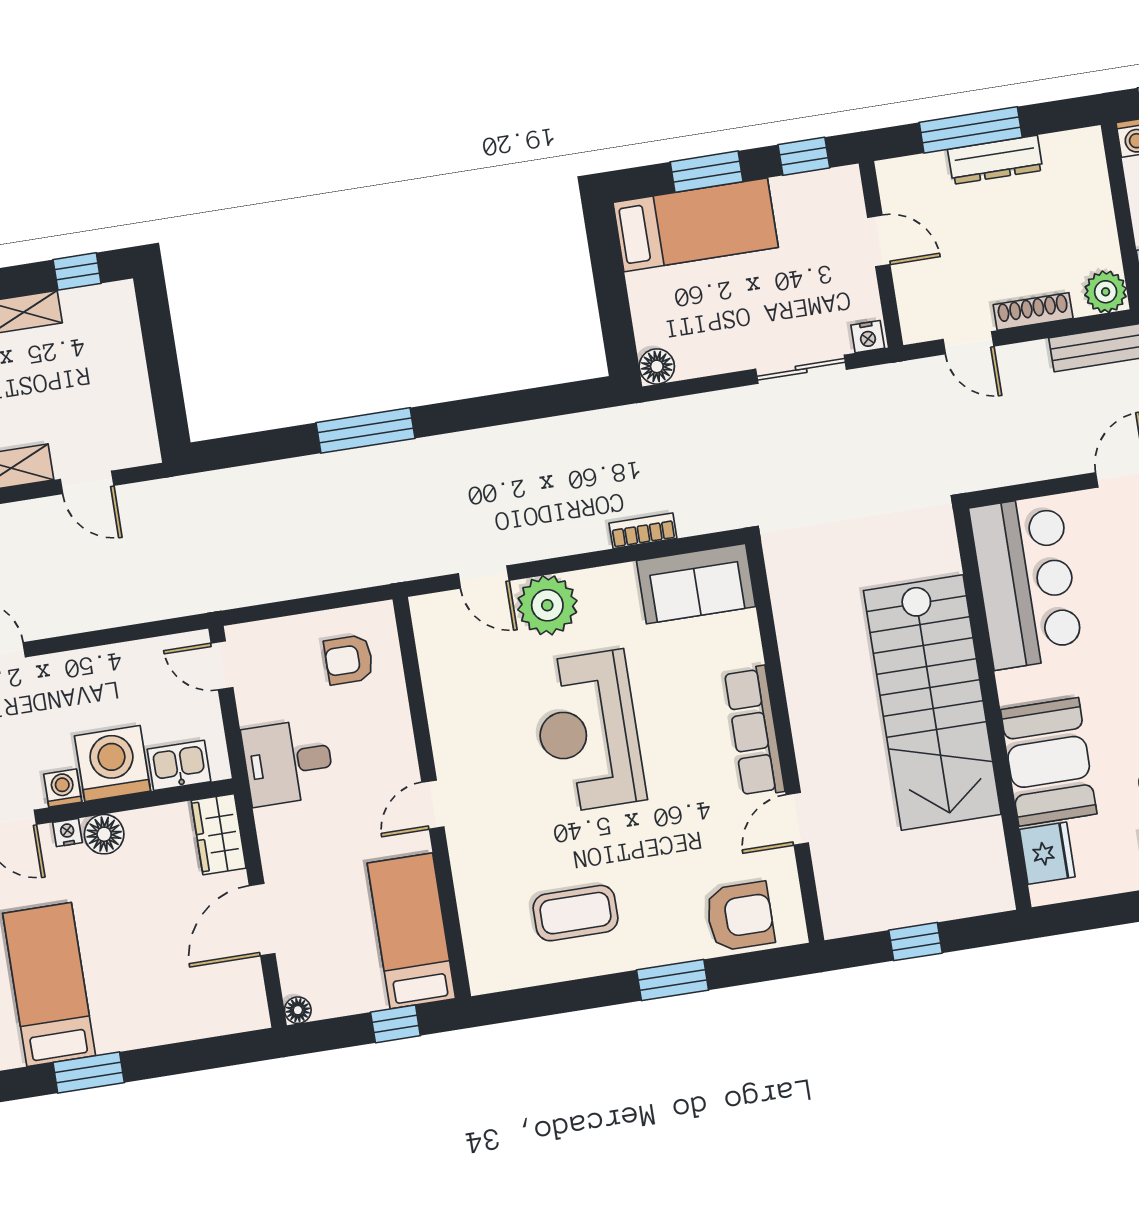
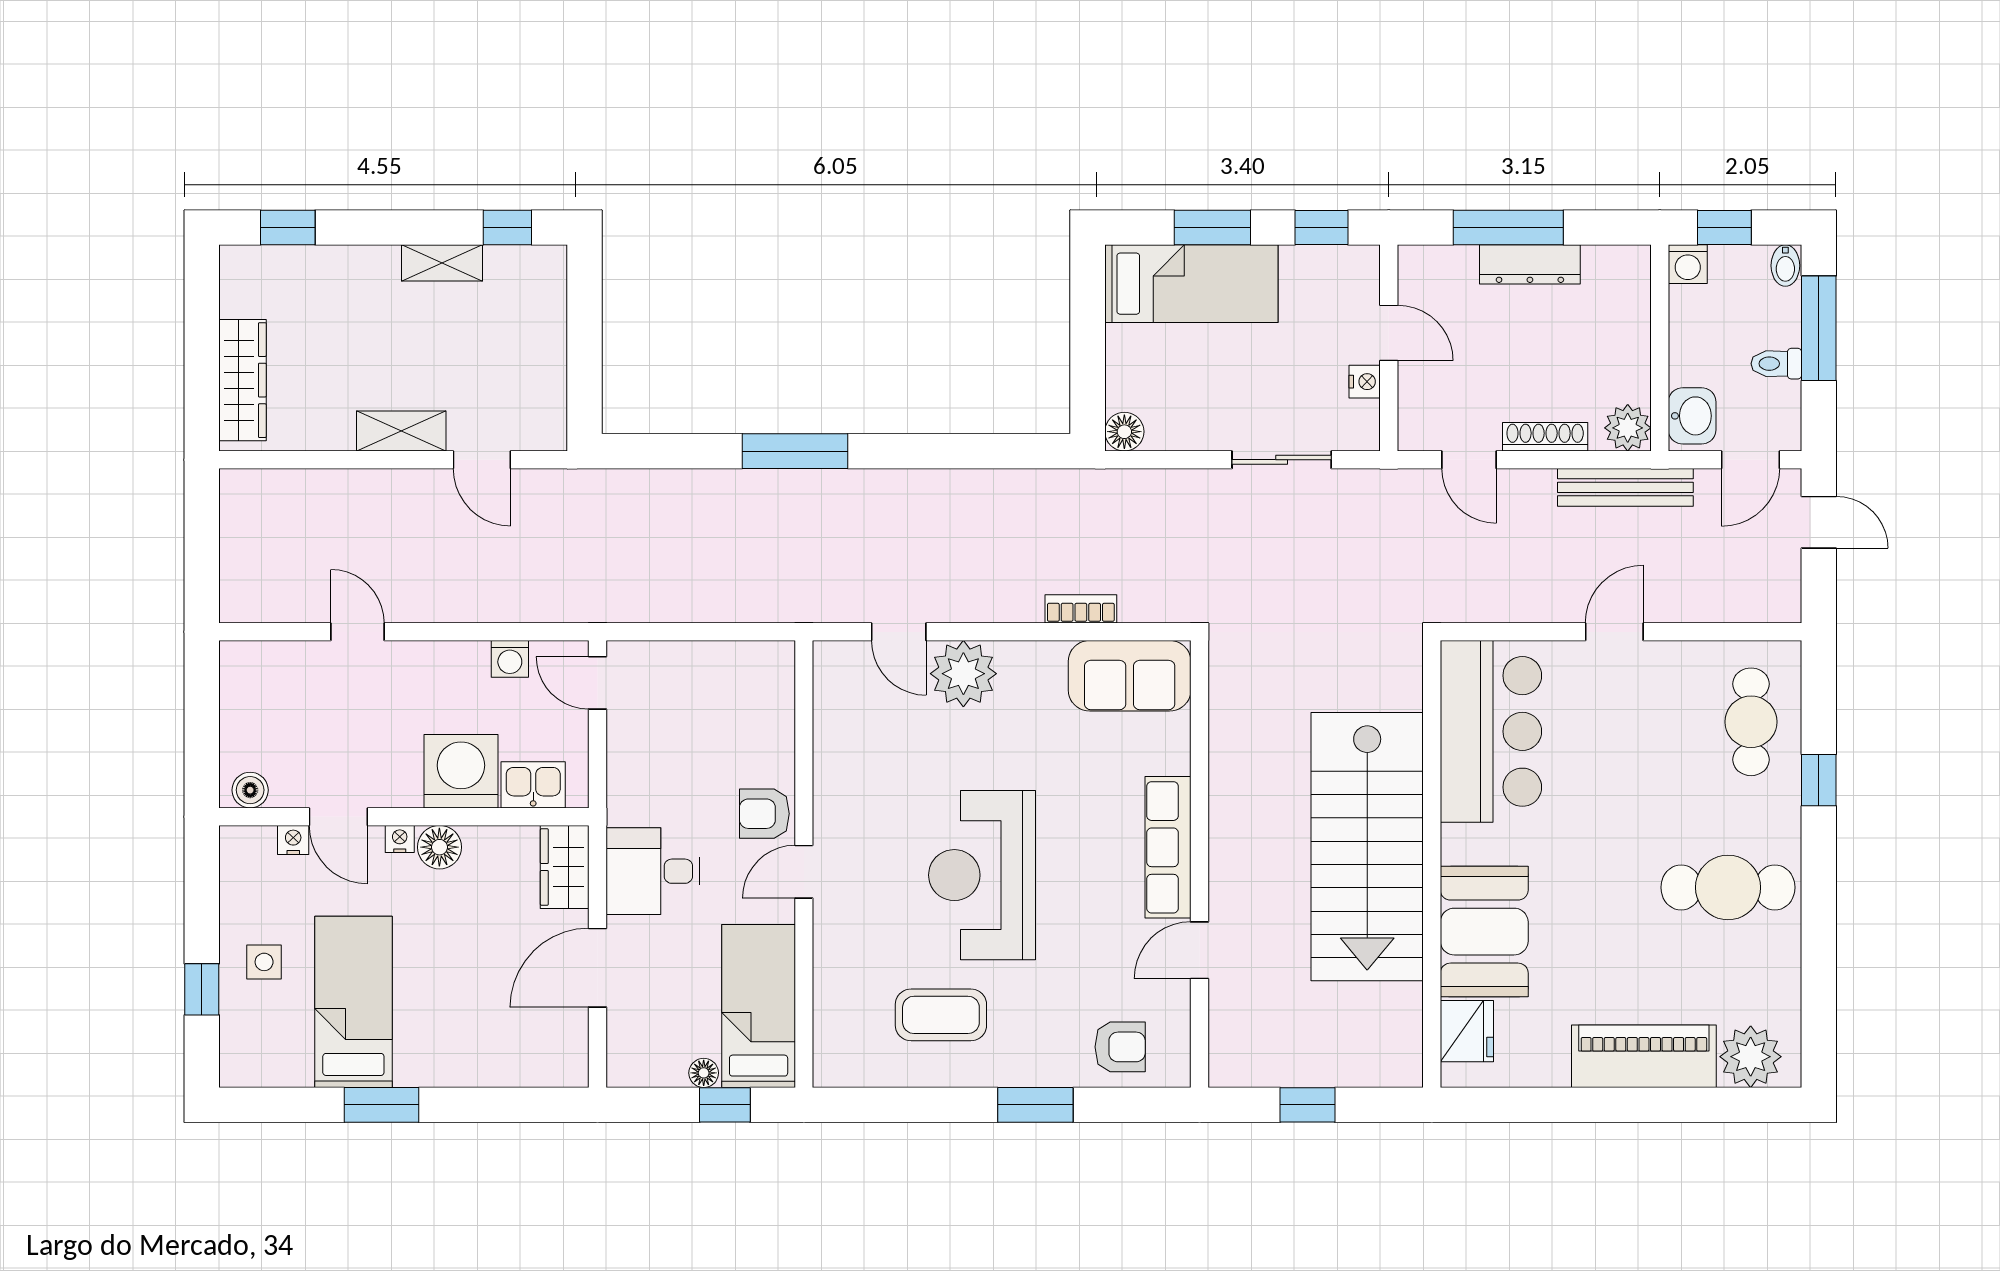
nightstand: (868, 337) -> (1365, 382), moved, turned -90
armchair: (349, 660) -> (764, 814), moved
reception desk: (588, 732) -> (982, 875), moved
desk: (288, 762) -> (653, 871), moved
washing machine: (63, 788) -> (510, 659), moved, turned 180
armchair: (740, 916) -> (1120, 1047), width x0.72, depth x0.72
floor lamp: (298, 1010) -> (704, 1073), moved

